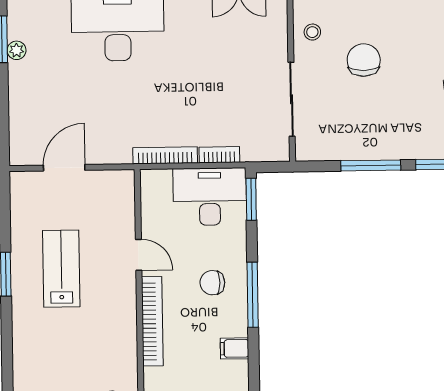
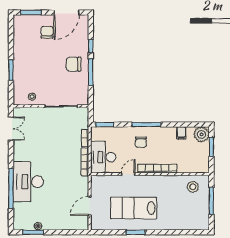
chair: (364, 60) -> (74, 64), moved
door: (64, 168) -> (90, 206), hinge flipped
desk: (210, 197) -> (103, 157), moved
lab bench: (61, 269) -> (134, 208), width x1.36, depth x1.39
filing cabinet: (235, 348) -> (181, 133), moved

